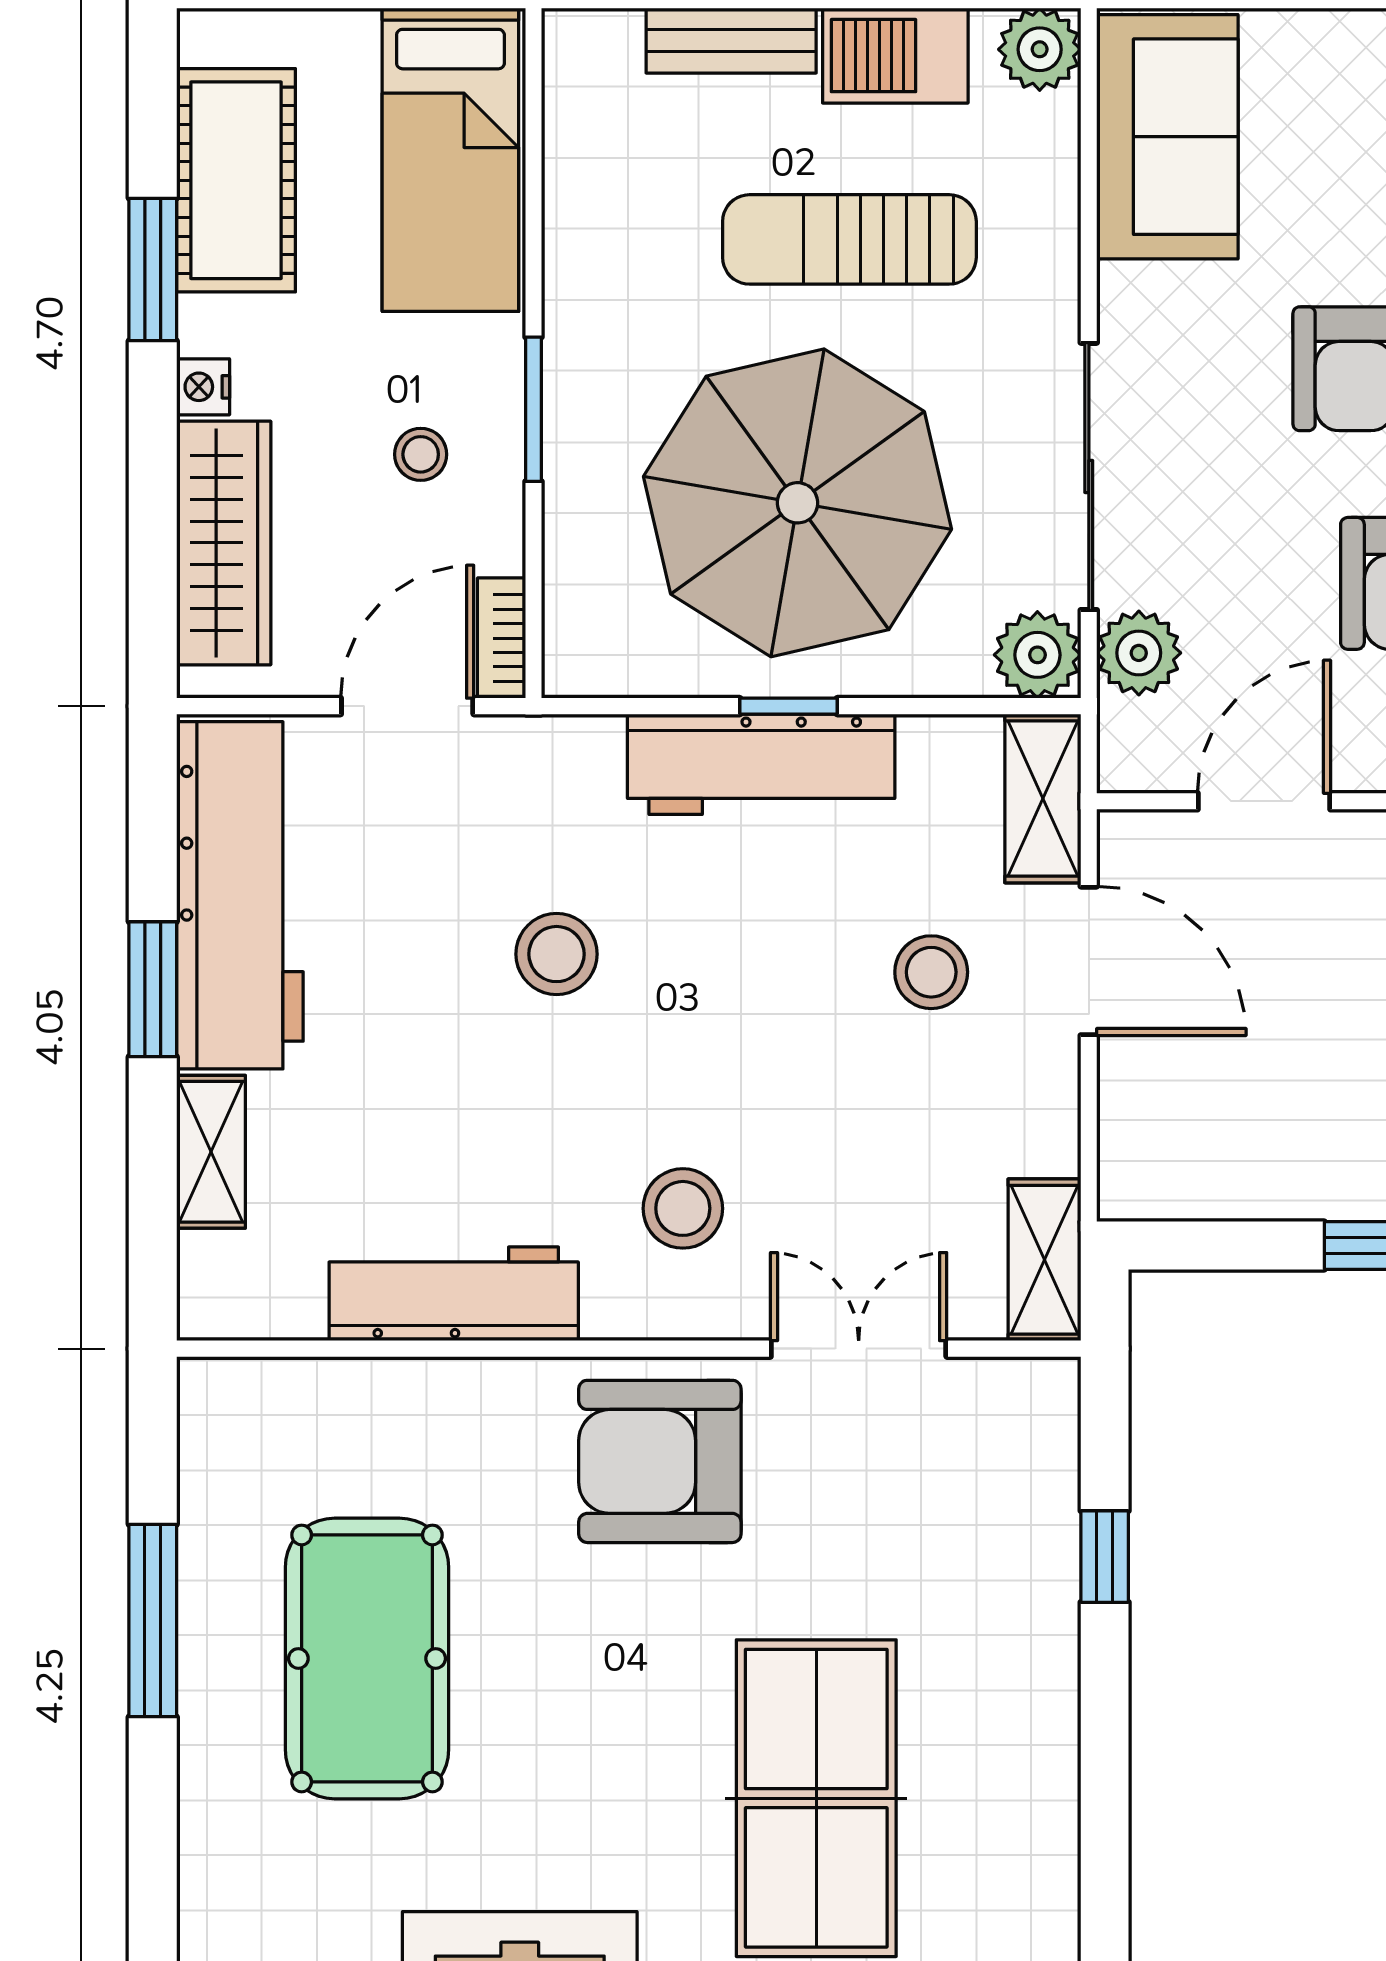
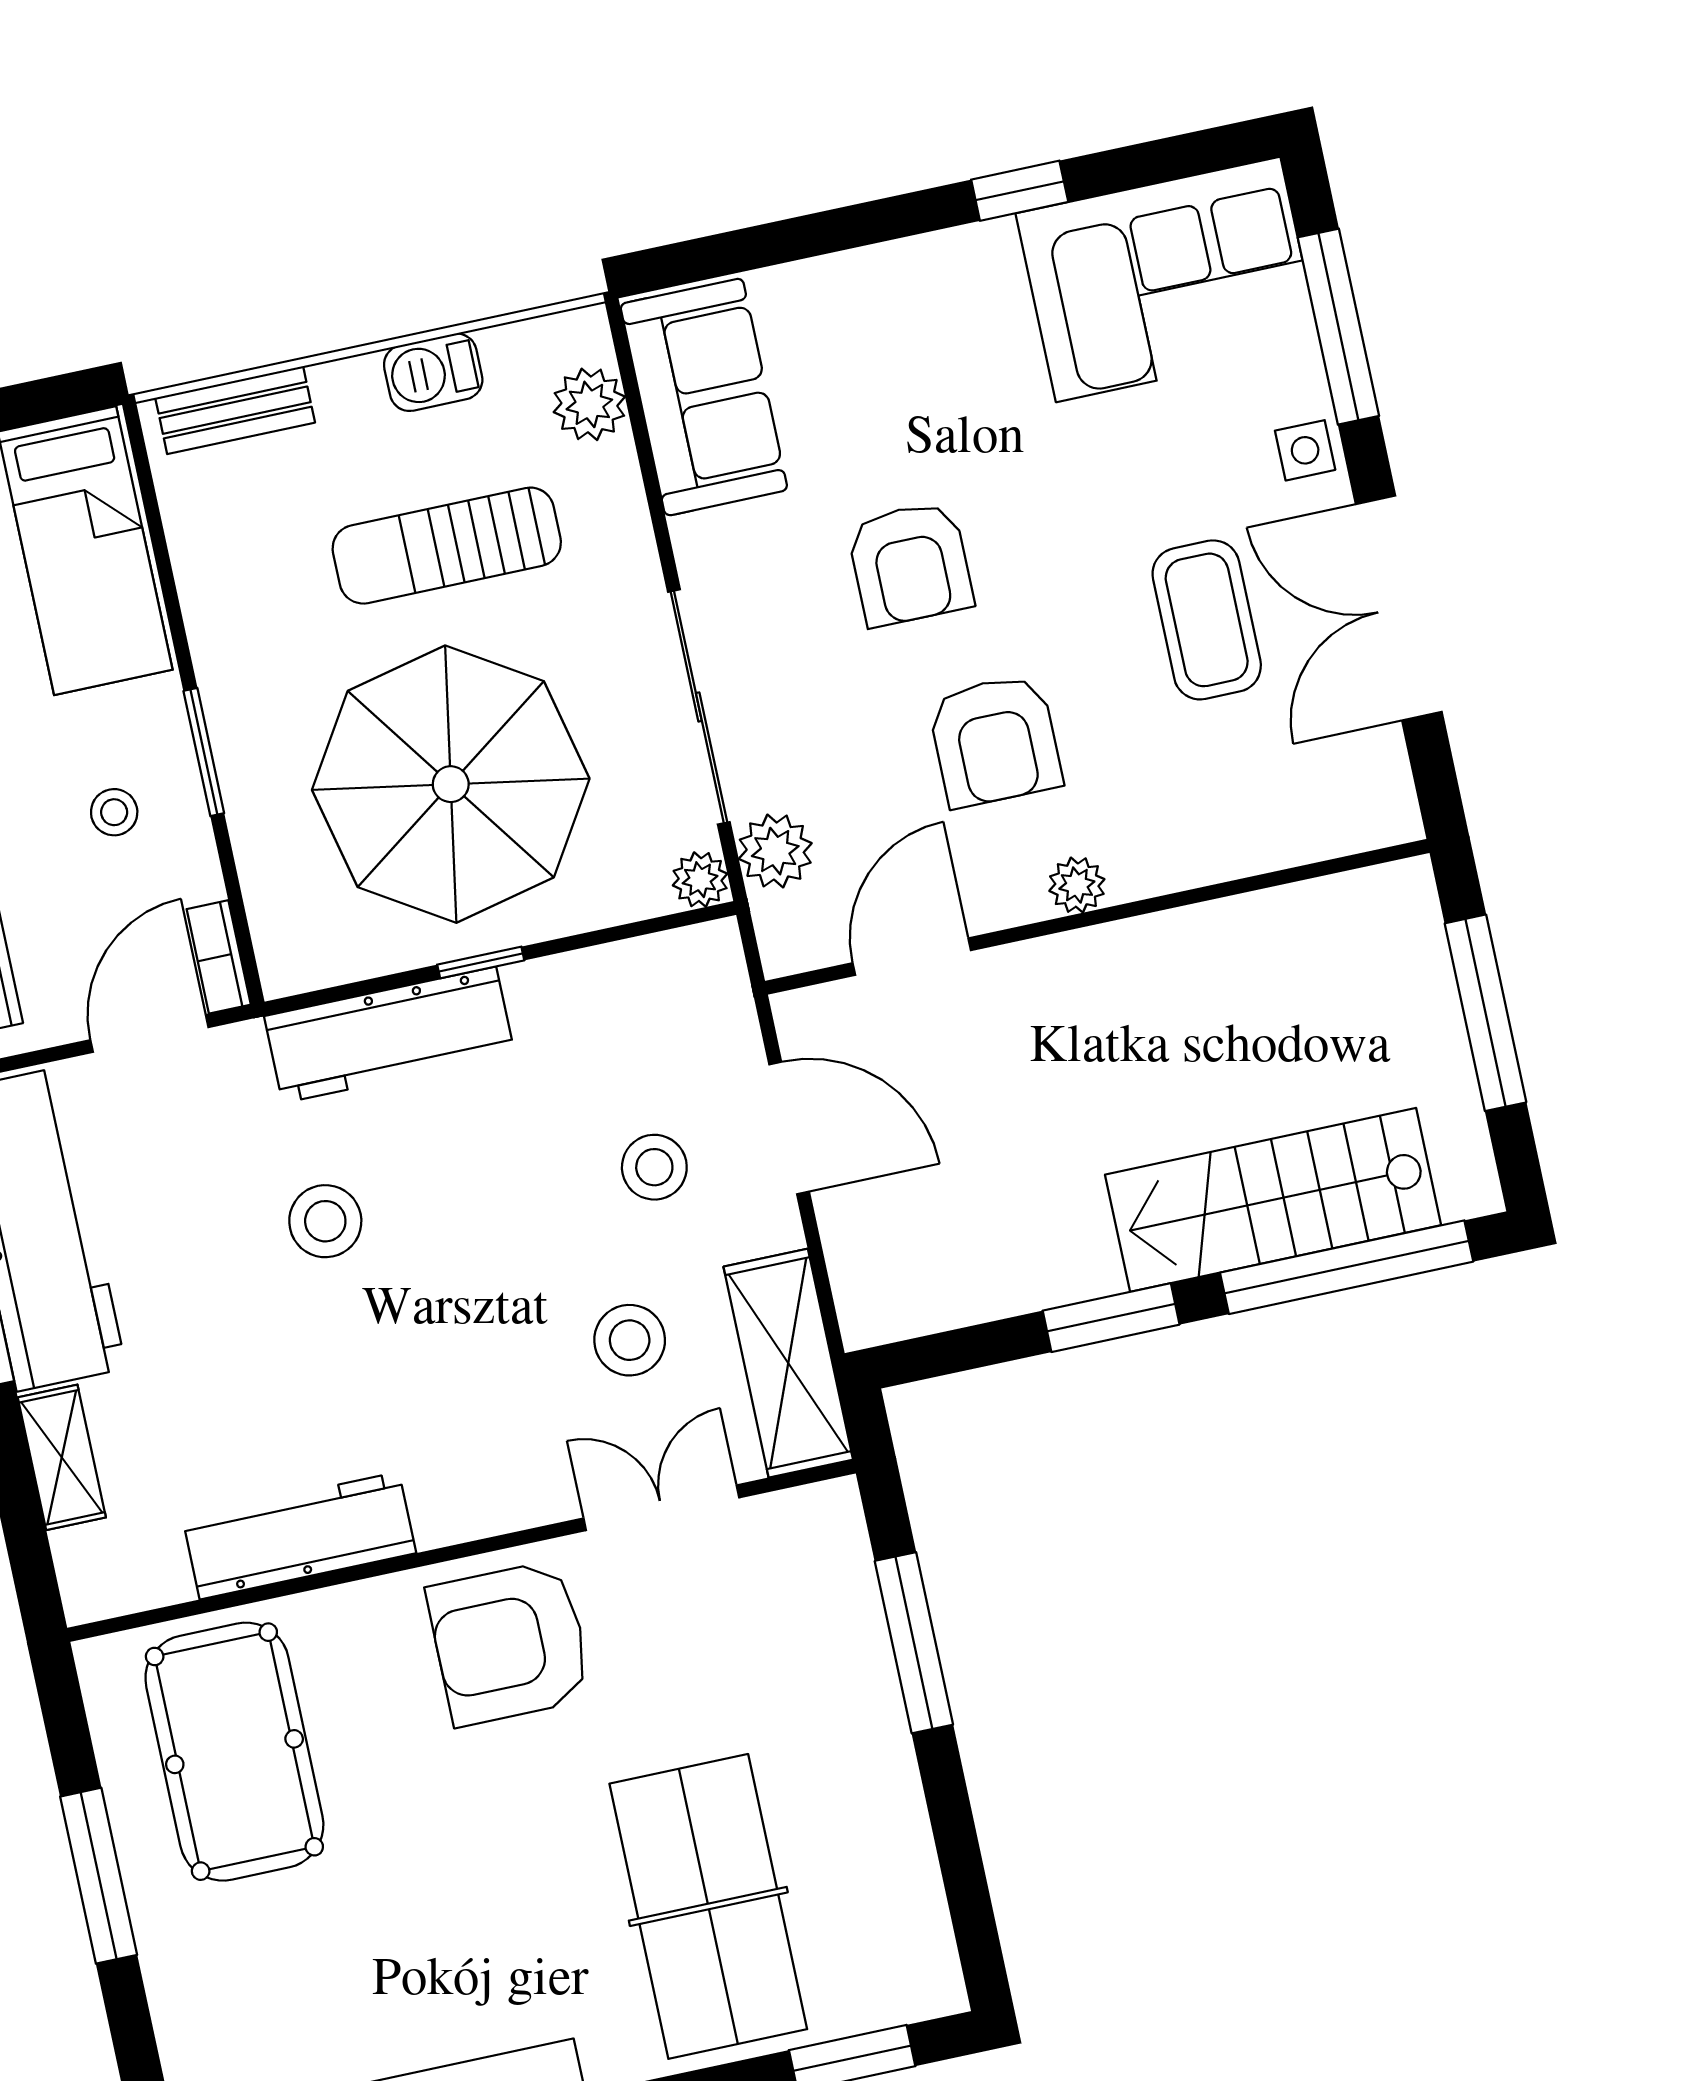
bench: (731, 41) -> (235, 410), moved
plant: (1040, 49) -> (589, 404), moved
barbecue: (895, 56) -> (433, 372), width x0.73, depth x0.79
plant: (1037, 655) -> (700, 880), width x0.73, depth x0.73
workbench: (761, 764) -> (389, 1035), moved
shelving: (1043, 798) -> (719, 995), removed
stool: (683, 1208) -> (630, 1340), moved
shelving: (1044, 1260) -> (788, 1363), width x1.50, depth x1.33
window: (1105, 1557) -> (914, 1643), width x2.17
pool table: (367, 1658) -> (234, 1752), moved

